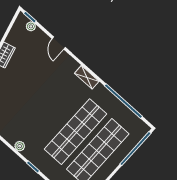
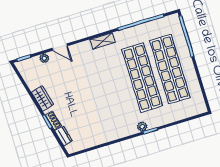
plant: (31, 26) -> (44, 58), moved
plant: (20, 146) -> (142, 127), moved

